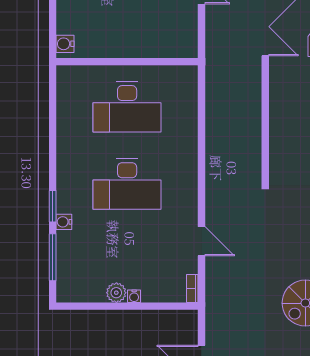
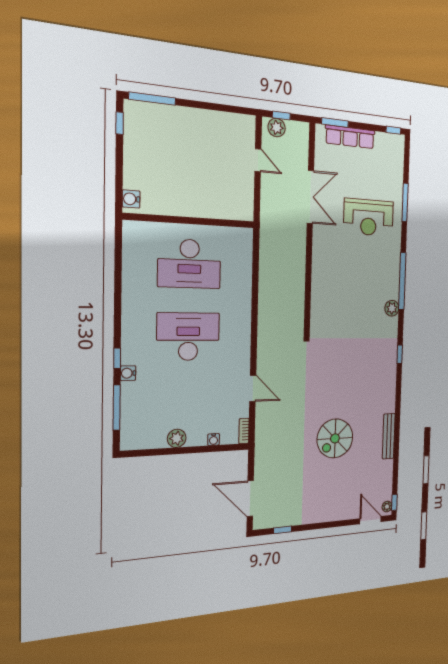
desk: (127, 184) -> (188, 337), turned 180
window: (53, 206) -> (117, 358), width x0.67
water cooler: (134, 296) -> (214, 440), moved

